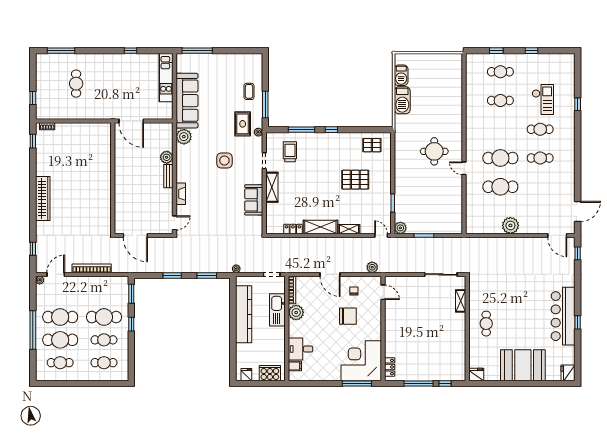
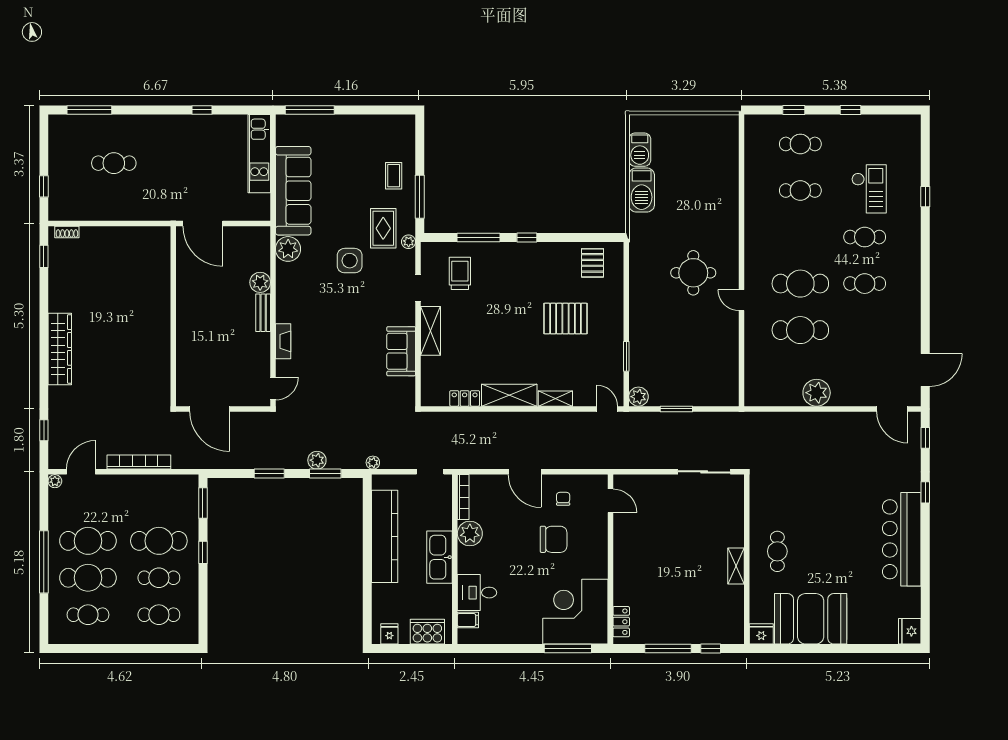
cafe table: (76, 84) -> (114, 163), turned 90
pallet: (372, 145) -> (593, 263), turned 90
side table: (224, 160) -> (350, 261), moved
plant: (372, 267) -> (317, 460), moved
shelving: (461, 301) -> (736, 566), moved
kitchen sink: (277, 310) -> (440, 557), moved
window: (578, 322) -> (925, 492), moved
booth: (523, 365) -> (811, 619), moved

